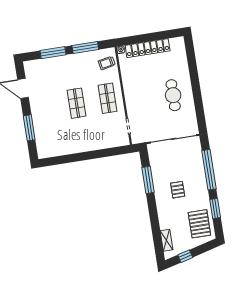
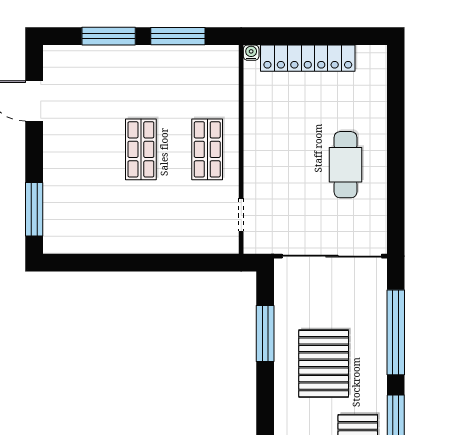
trolley: (107, 63) -> (218, 76), removed
window: (29, 128) -> (34, 209), moved
pallet: (178, 190) -> (324, 364), width x2.05, depth x2.00

